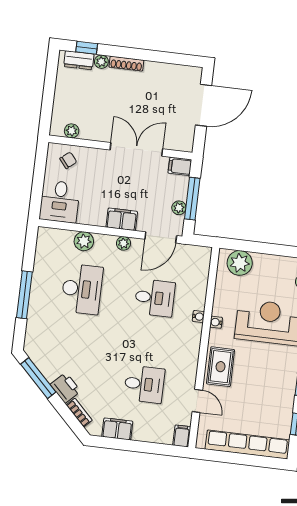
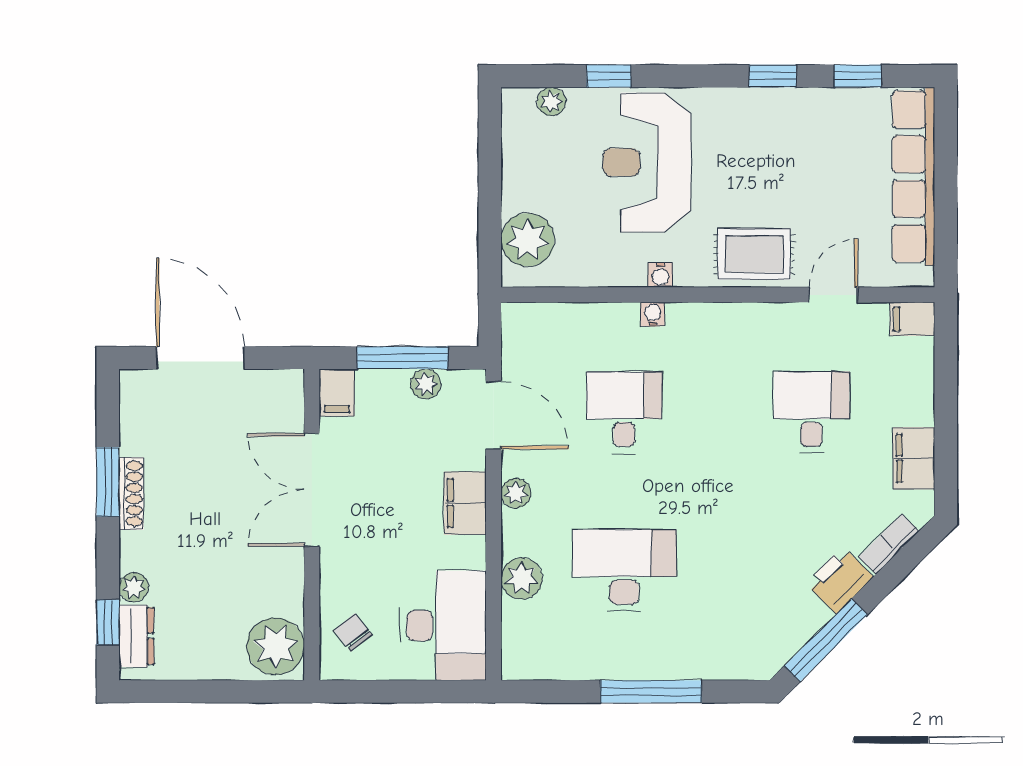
window: (151, 56) -> (108, 482), added
shoe rack: (126, 64) -> (131, 494), moved
plant: (72, 131) -> (276, 646), width x1.88, depth x1.88
desk: (60, 201) -> (443, 625), width x1.37

